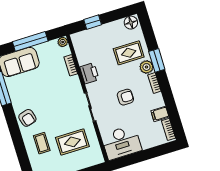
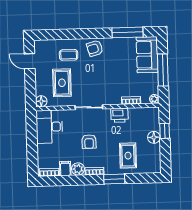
floor lamp: (131, 23) -> (154, 137), moved
plant: (146, 67) -> (78, 169), moved
floor lamp: (97, 158) -> (41, 101), added

